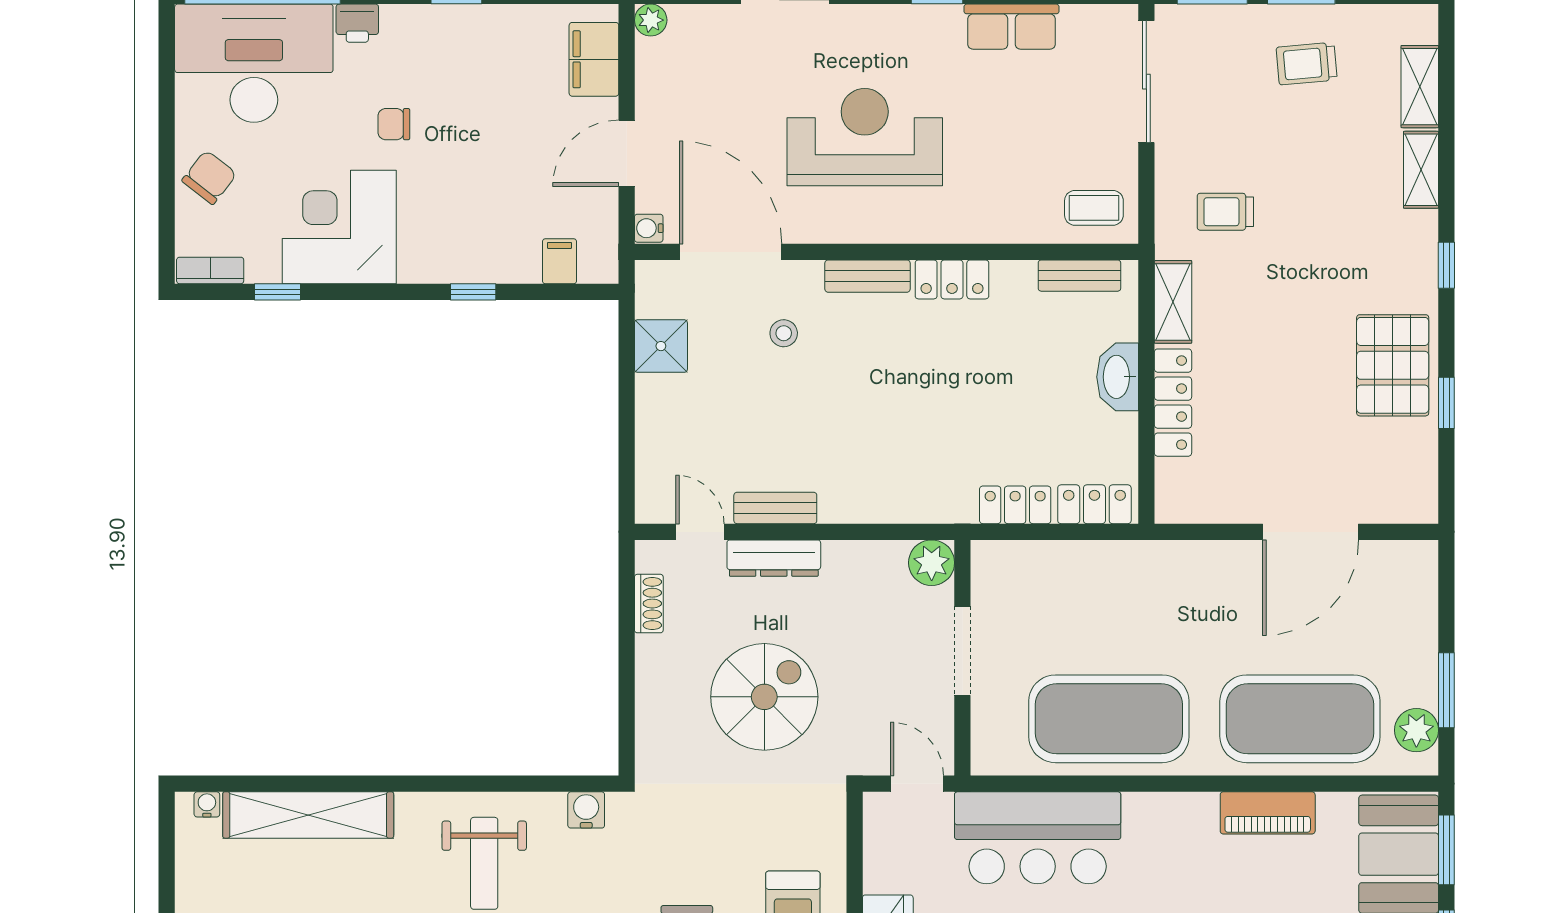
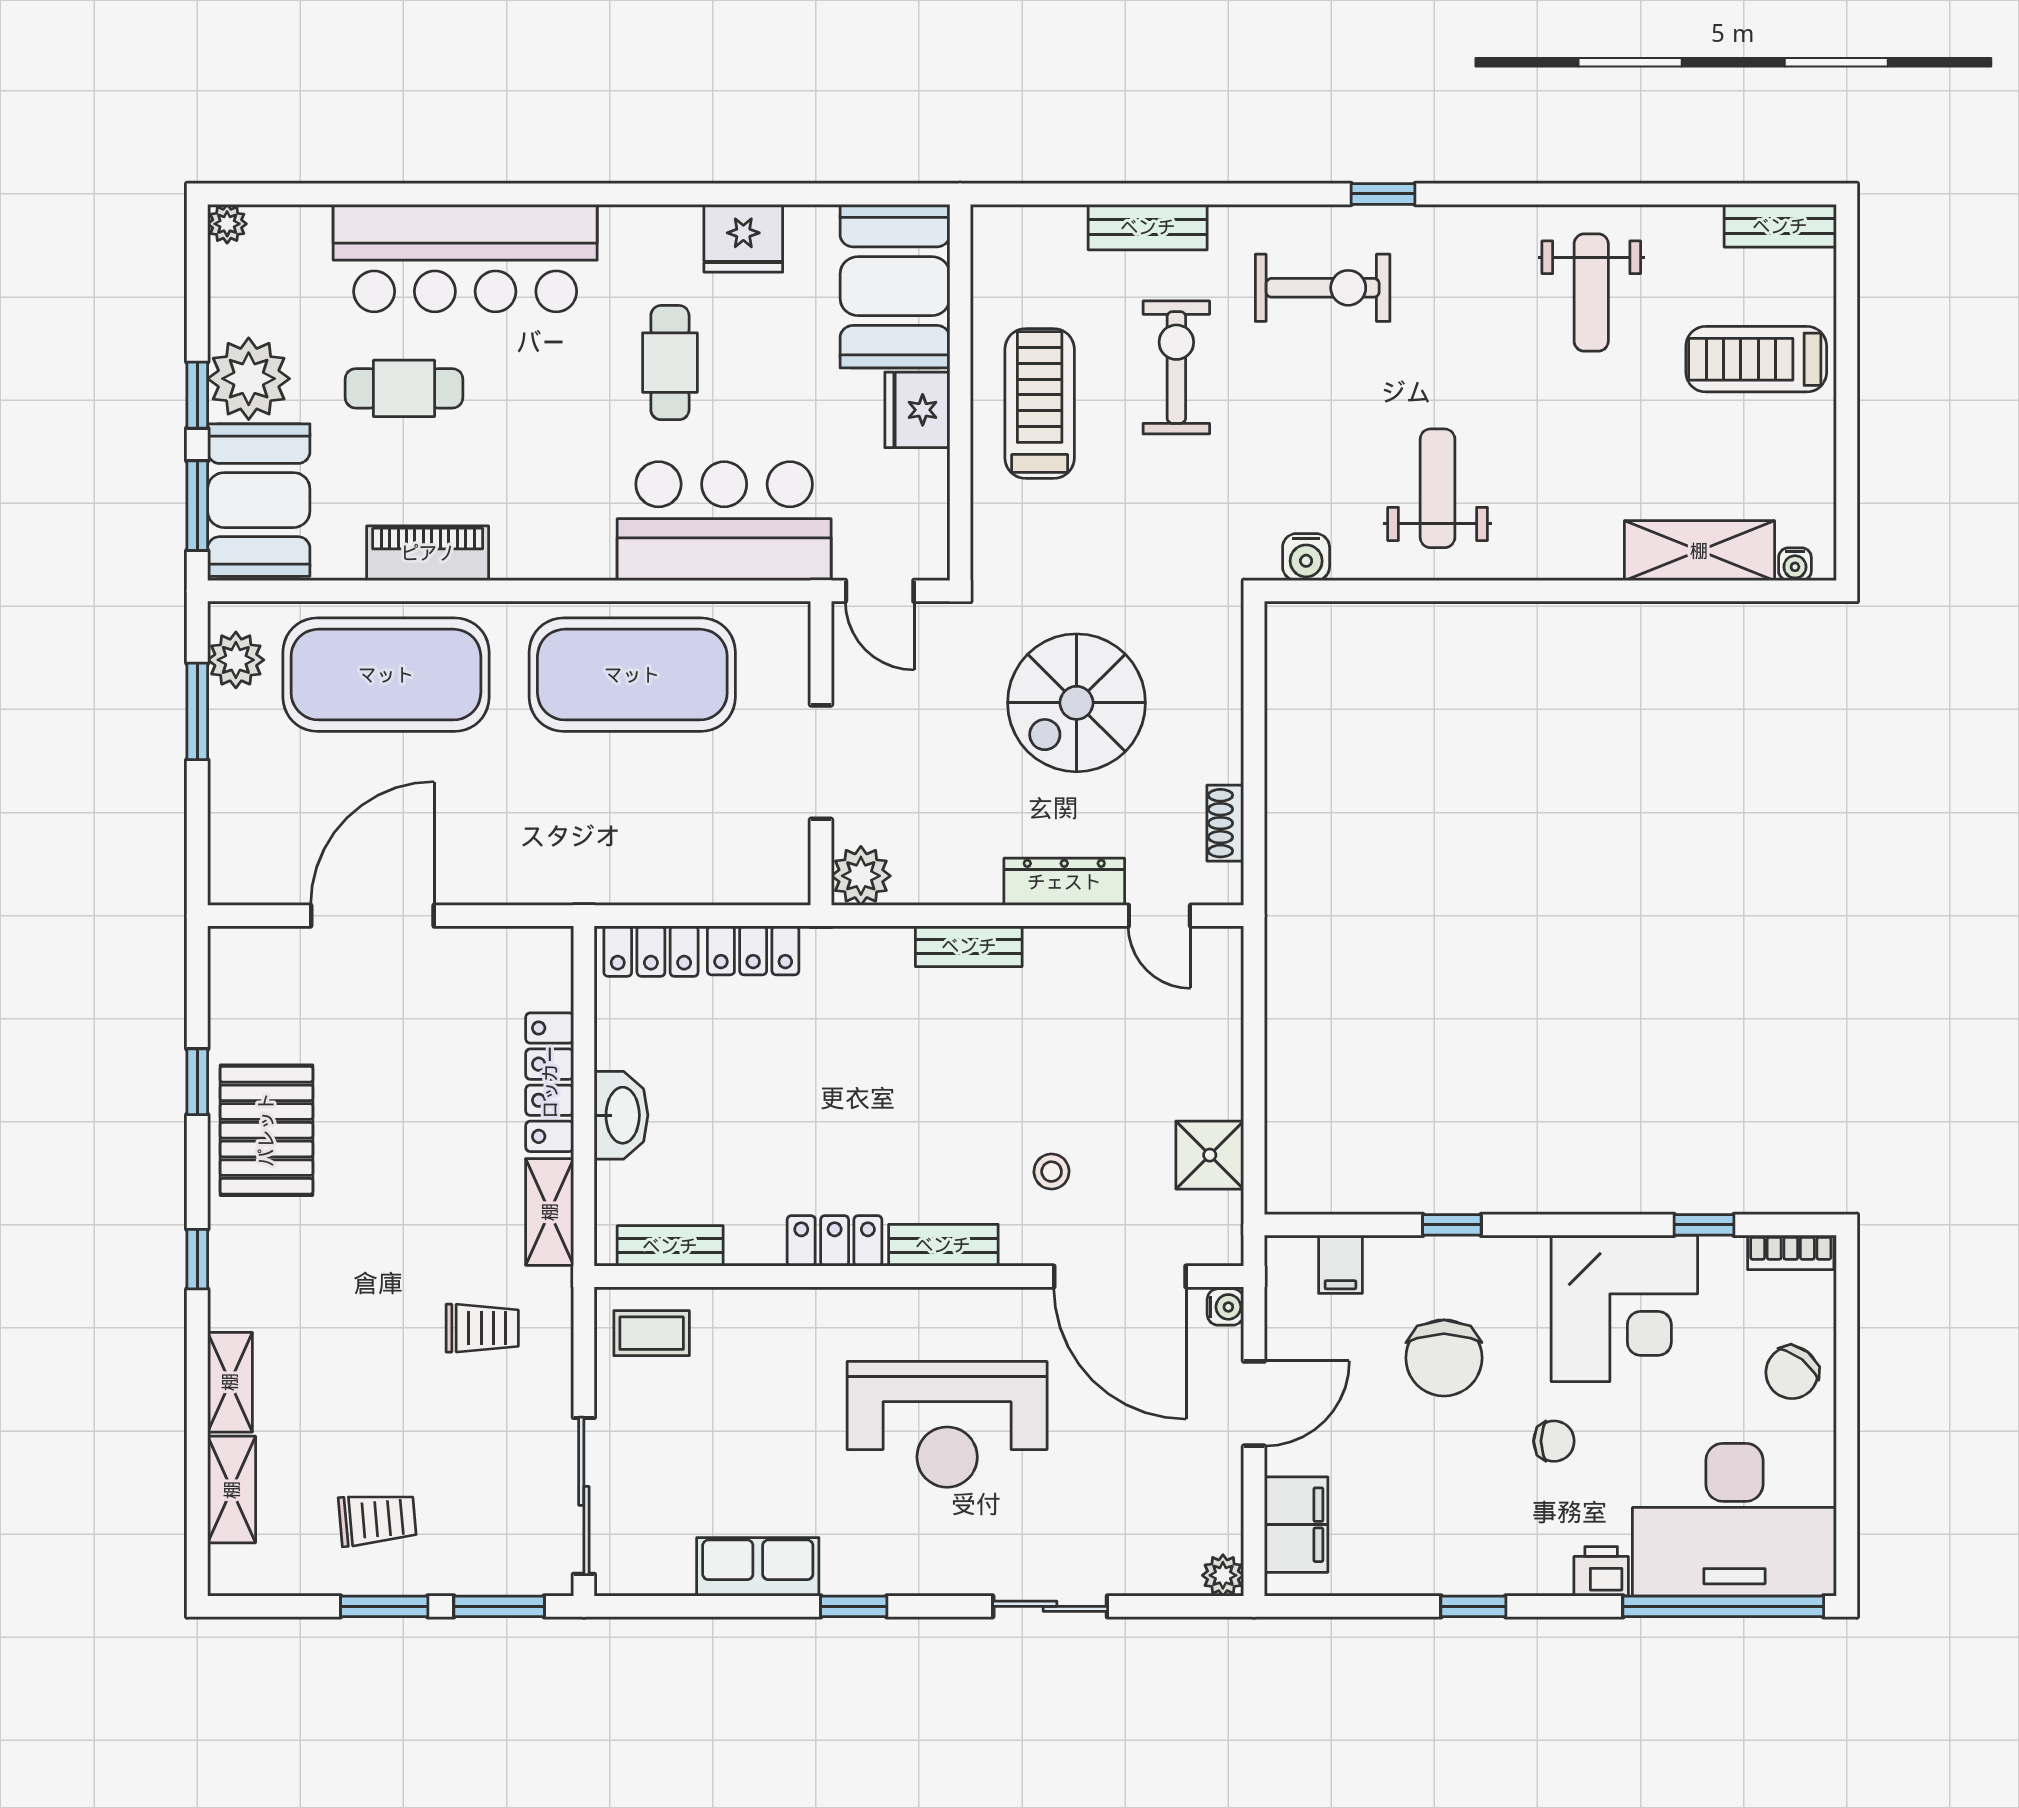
chair: (479, 189) -> (1444, 1358), added
bench: (775, 508) -> (969, 946), moved
shelving: (308, 815) -> (1699, 551), width x0.68

